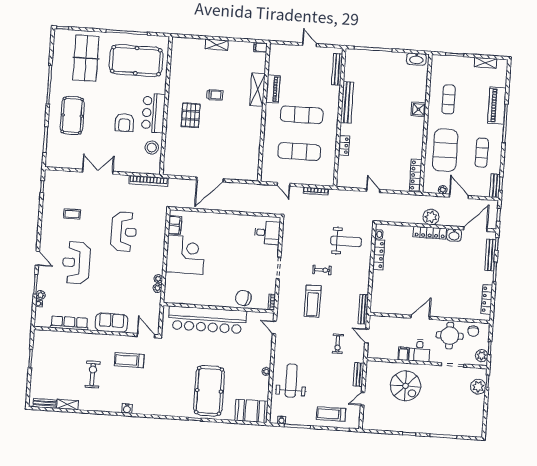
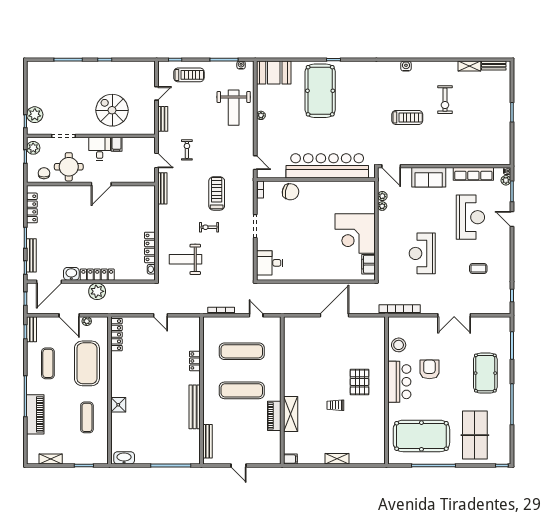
row of seats: (69, 323) -> (473, 174), moved
sofa: (111, 323) -> (429, 177), moved
wall: (96, 332) -> (444, 166), moved
door: (146, 336) -> (391, 166), moved

